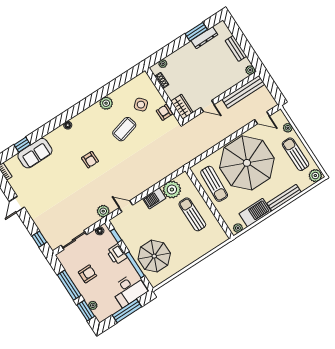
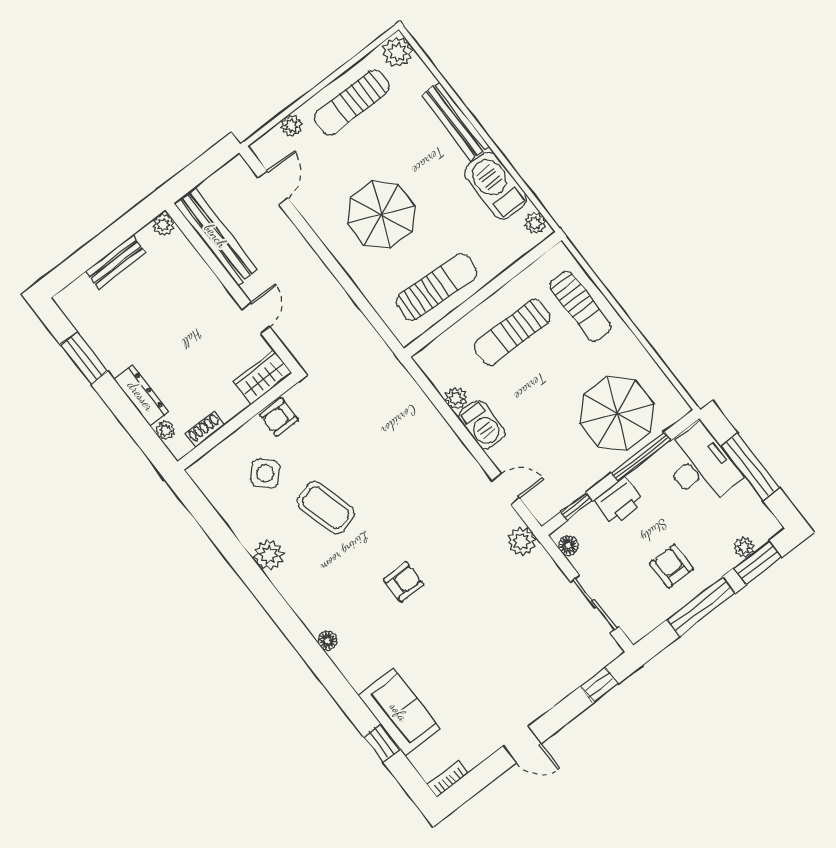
dresser: (204, 38) -> (141, 396), moved
parasol: (247, 163) -> (381, 214), width x0.54, depth x0.54
plant: (172, 190) -> (456, 398), width x0.53, depth x0.53
door: (126, 206) -> (506, 489), swing flipped
sun lounger: (201, 244) -> (580, 306), added

